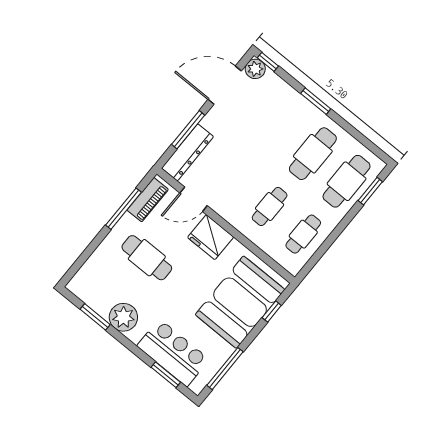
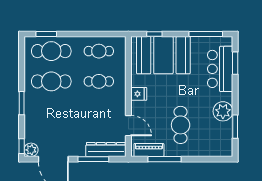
fridge: (211, 237) -> (139, 94), width x0.53, depth x0.75

